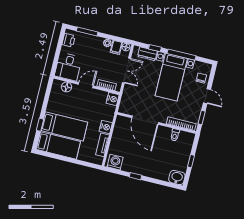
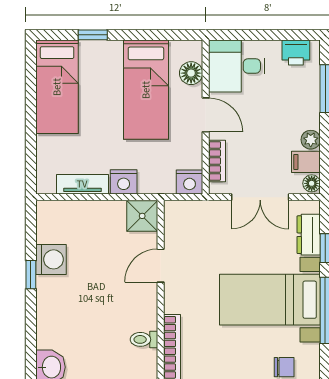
door: (145, 120) -> (161, 266), width x0.53
shower: (122, 123) -> (142, 216), added
bed: (64, 126) -> (146, 90), moved
washing machine: (115, 162) -> (51, 259), moved

